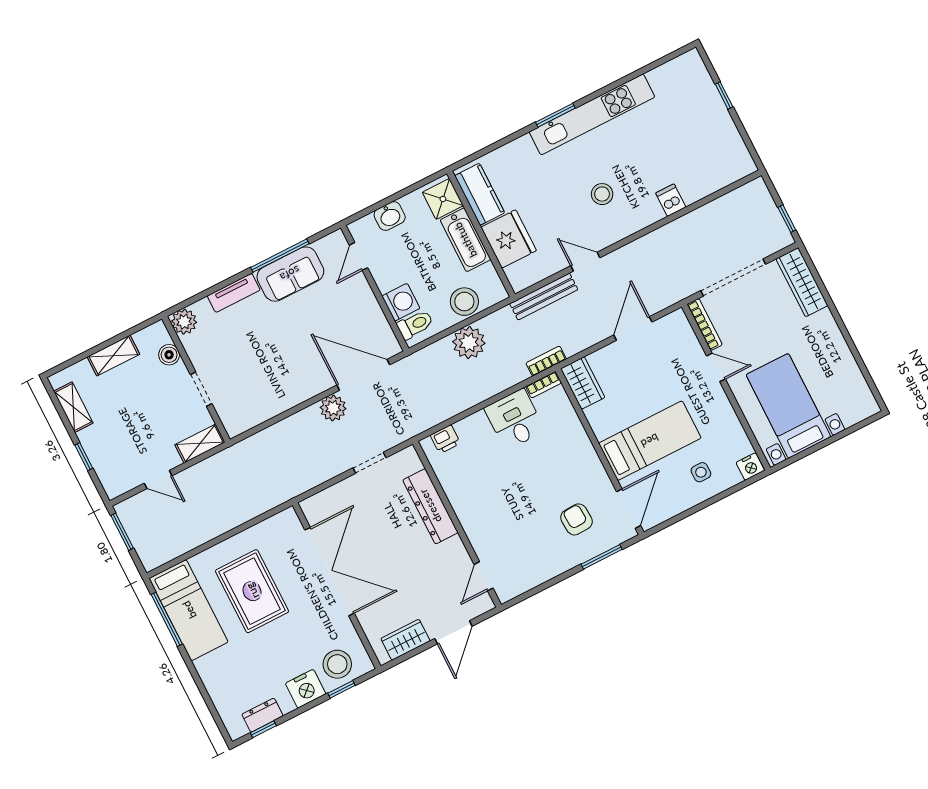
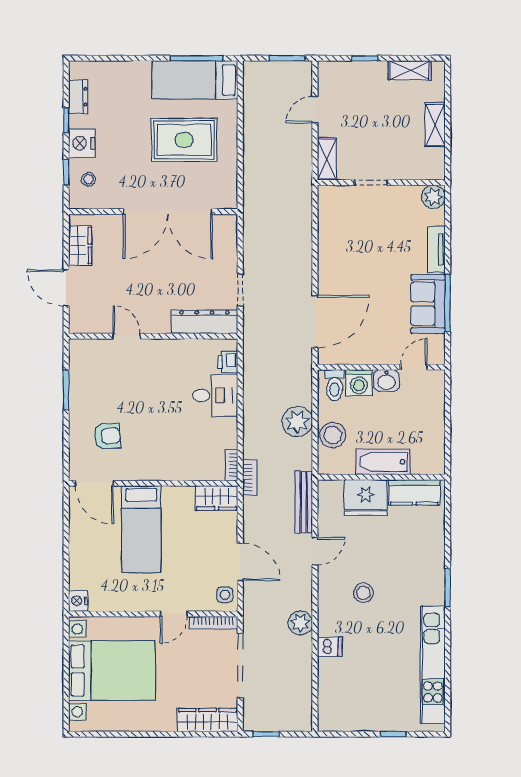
kitchen unit: (592, 114) -> (433, 665), moved
shower: (443, 199) -> (426, 460), removed
washbasin: (390, 216) -> (386, 381), moved, turned -90
door: (359, 256) -> (414, 367), hinge flipped
boiler: (169, 355) -> (413, 171), removed
bed with nightstands: (788, 406) -> (112, 670), width x1.36
plant: (333, 408) -> (300, 623), moved
desk: (515, 419) -> (215, 395), moved
side table: (701, 472) -> (225, 595), moved
dresser: (430, 506) -> (204, 322), moved
window: (602, 557) -> (66, 390), moved
door: (484, 576) -> (127, 336), moved
stool: (337, 664) -> (89, 179), width x0.53, depth x0.53
window: (263, 729) -> (66, 120), moved

